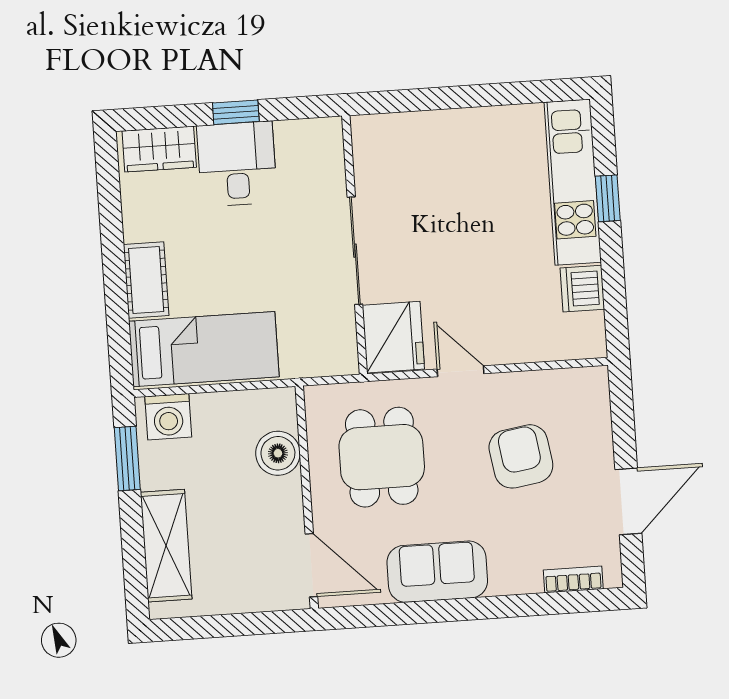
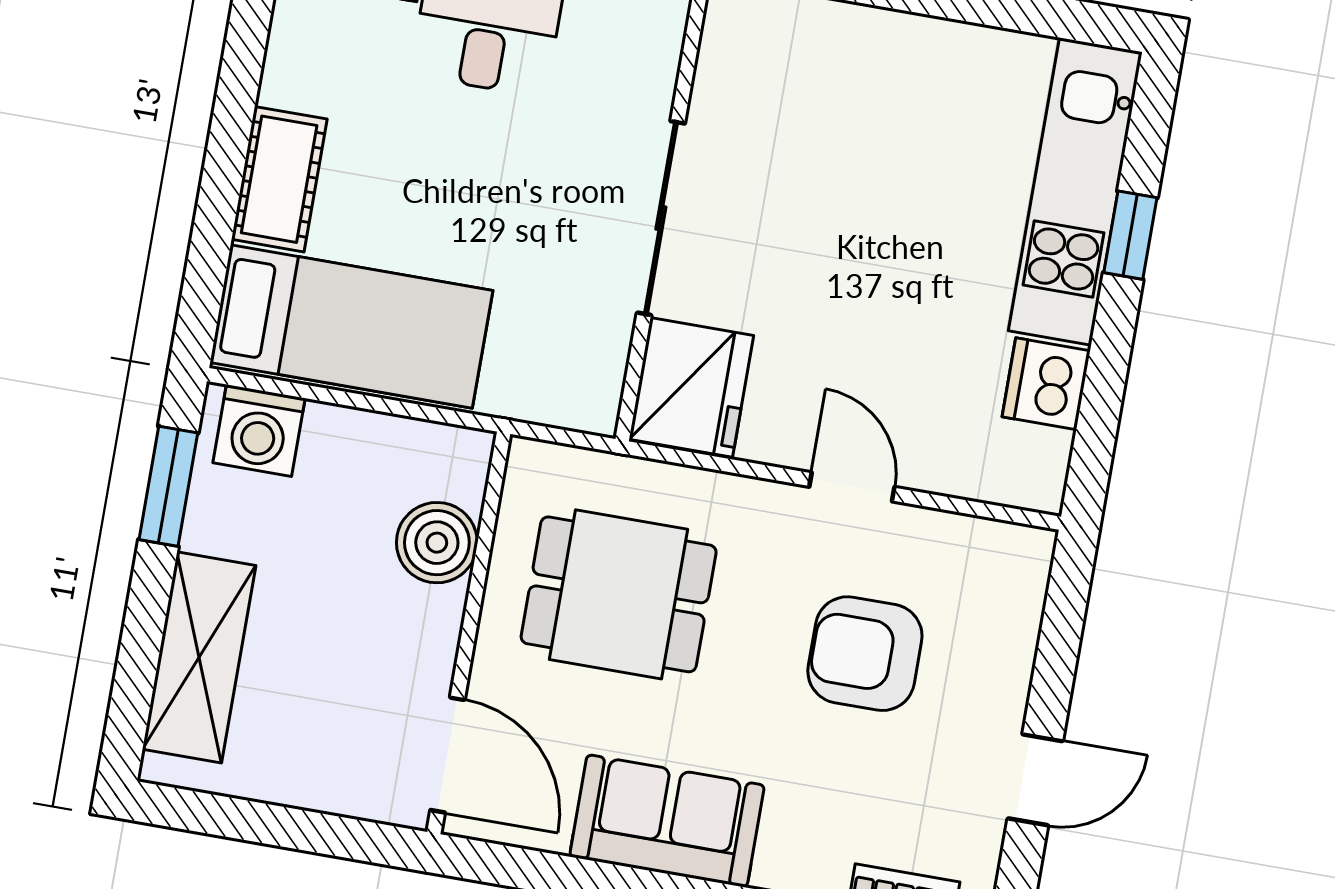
door: (461, 371) -> (852, 487), moved
armchair: (521, 456) -> (865, 654), turned -81
dining table: (382, 457) -> (619, 594), turned 90
door: (628, 501) -> (1035, 780), width x0.73

